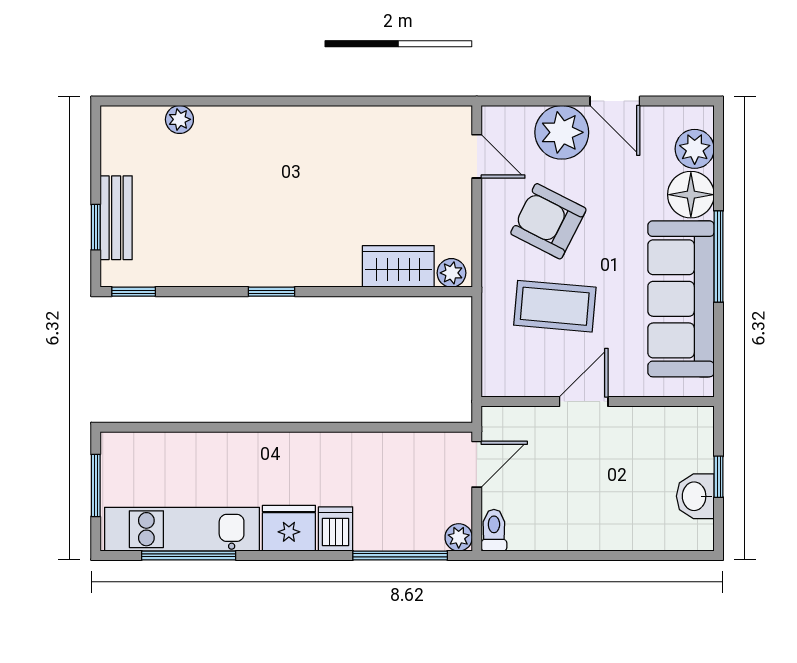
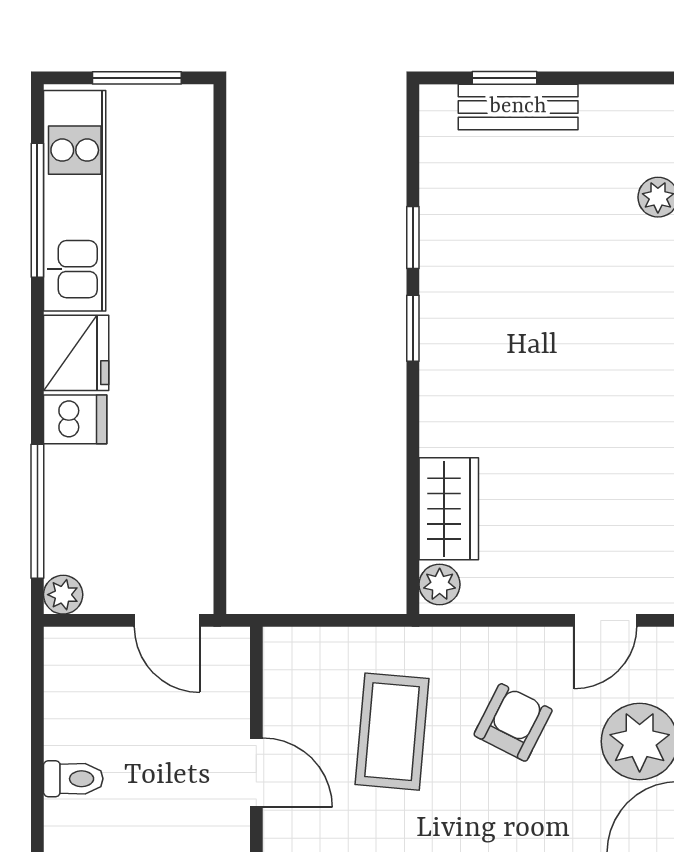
armchair: (548, 221) -> (513, 722), width x0.72, depth x0.72
window: (134, 292) -> (413, 237), moved
toilet: (494, 530) -> (73, 779), moved

